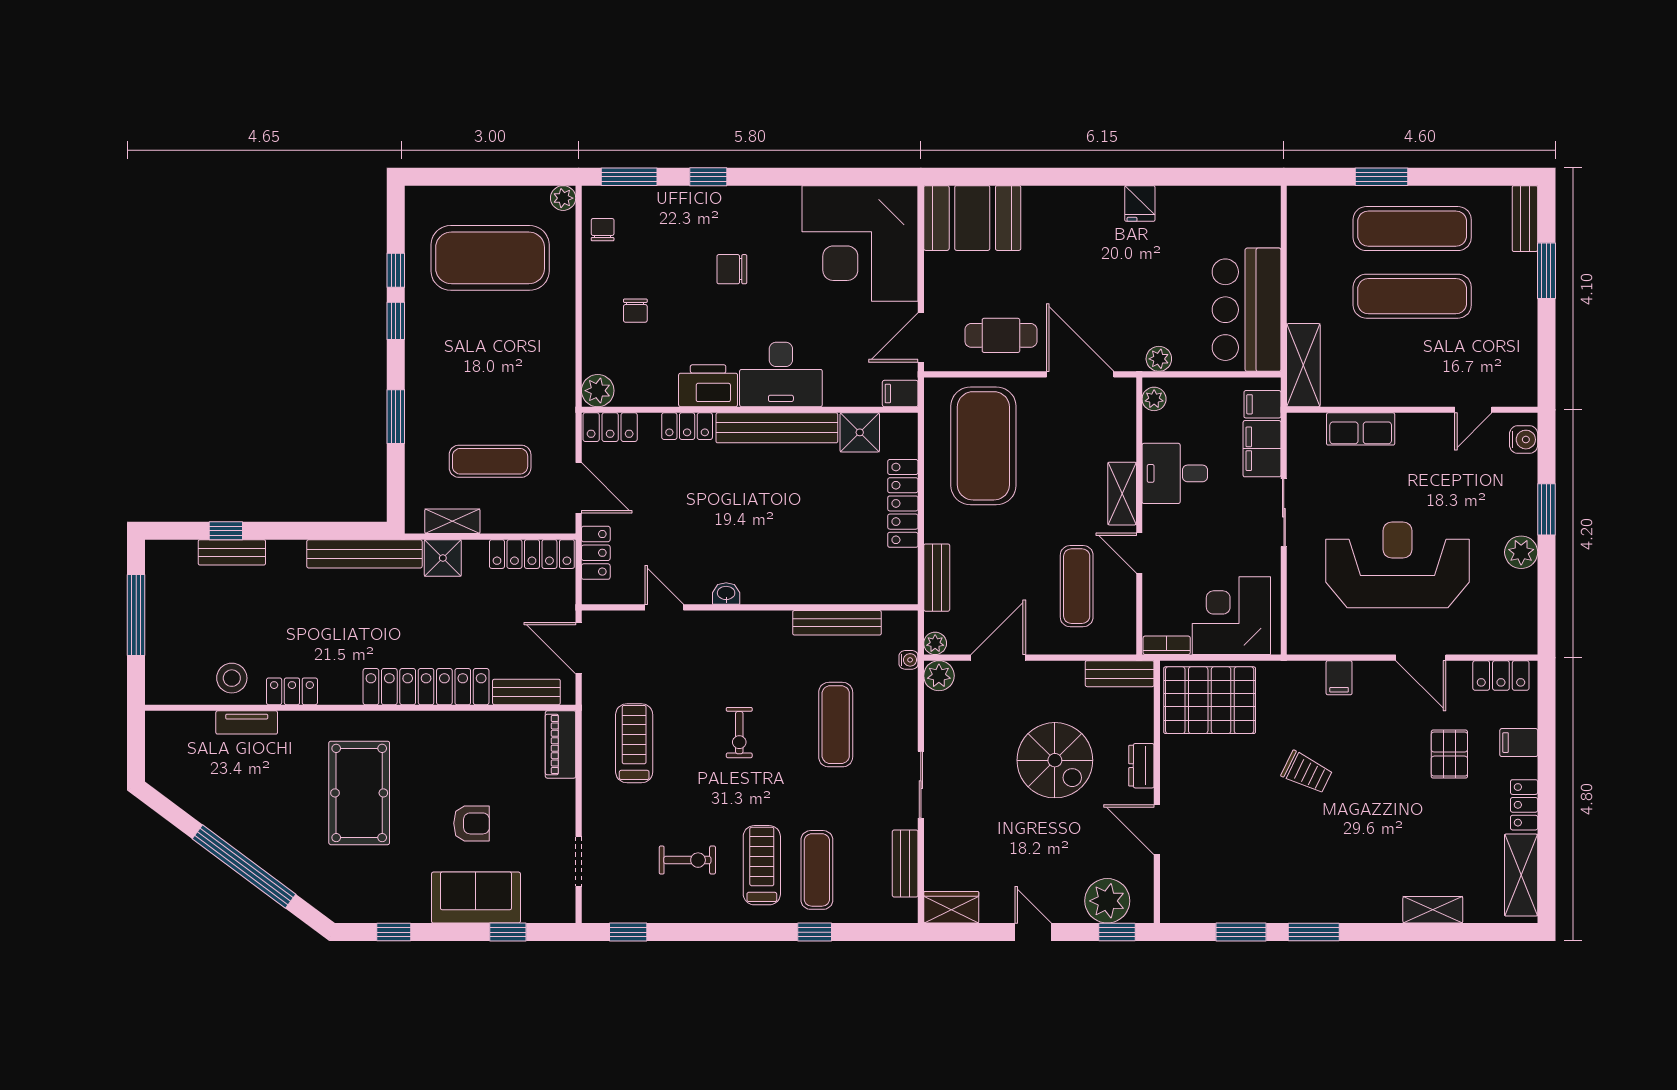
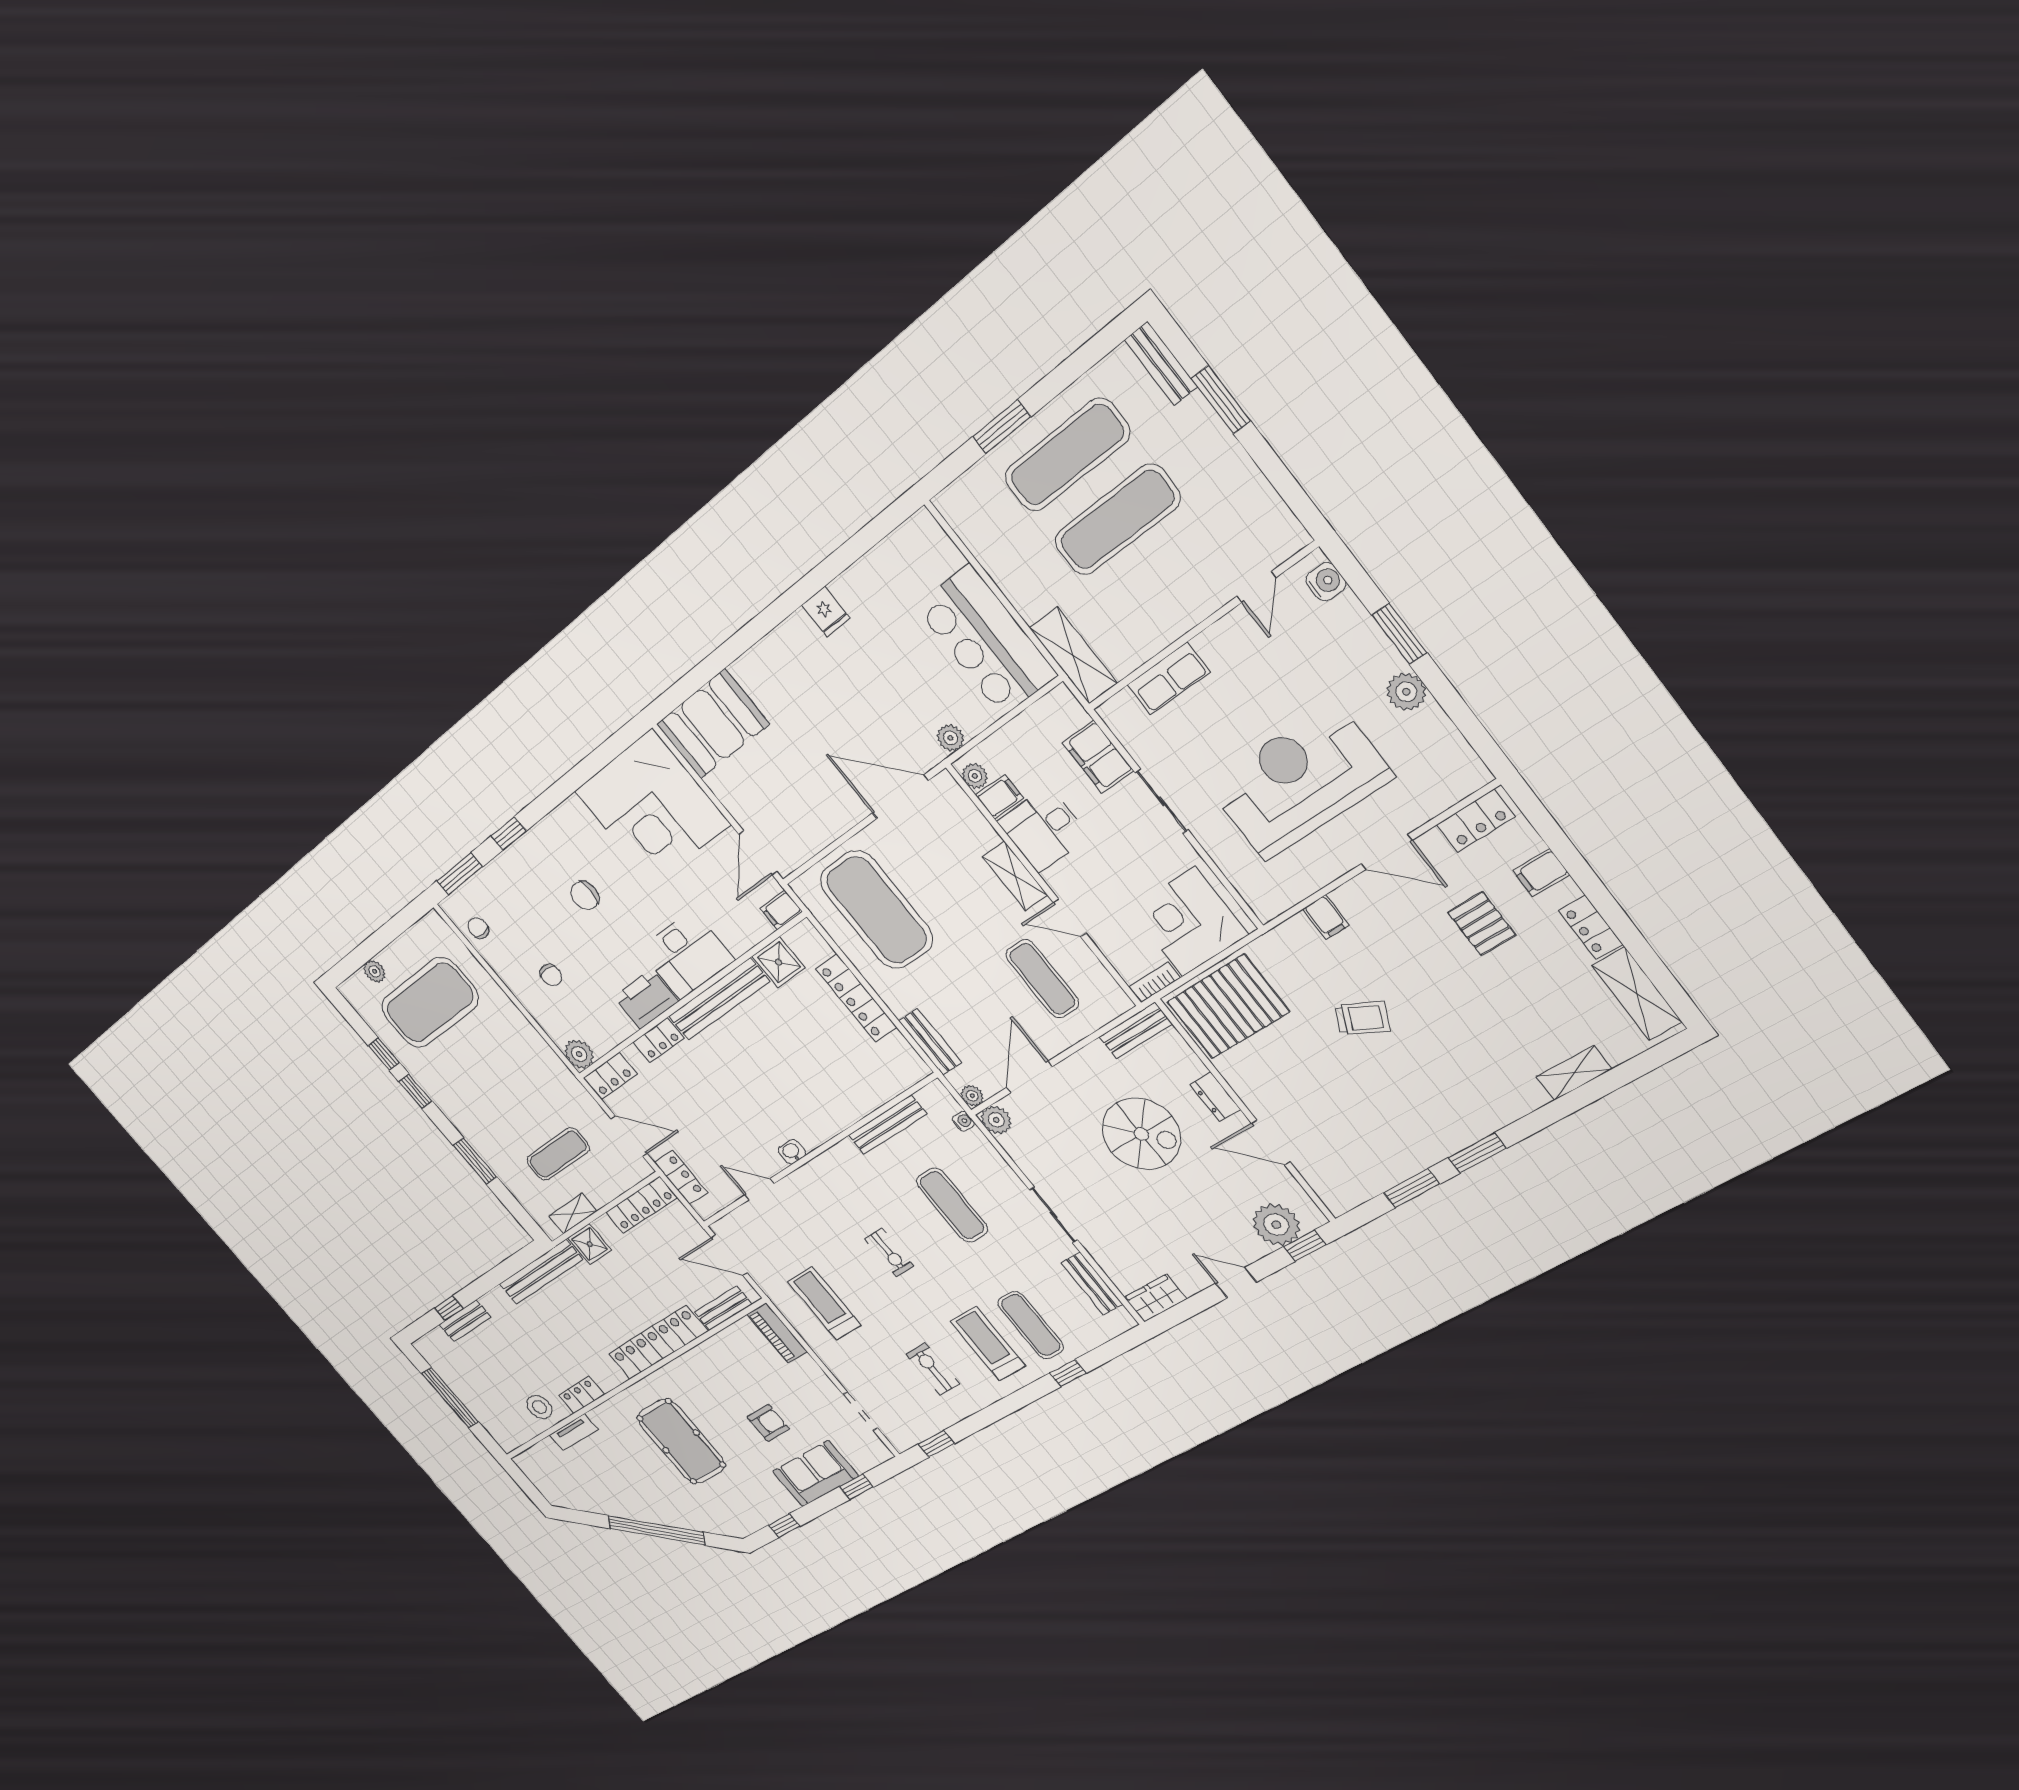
plant: (563, 198) -> (375, 971), moved
cafe table: (1001, 335) -> (814, 808), removed
filing cabinet: (1262, 404) -> (1000, 797), moved, turned 180
exercise bike: (687, 860) -> (933, 1369), turned -90

